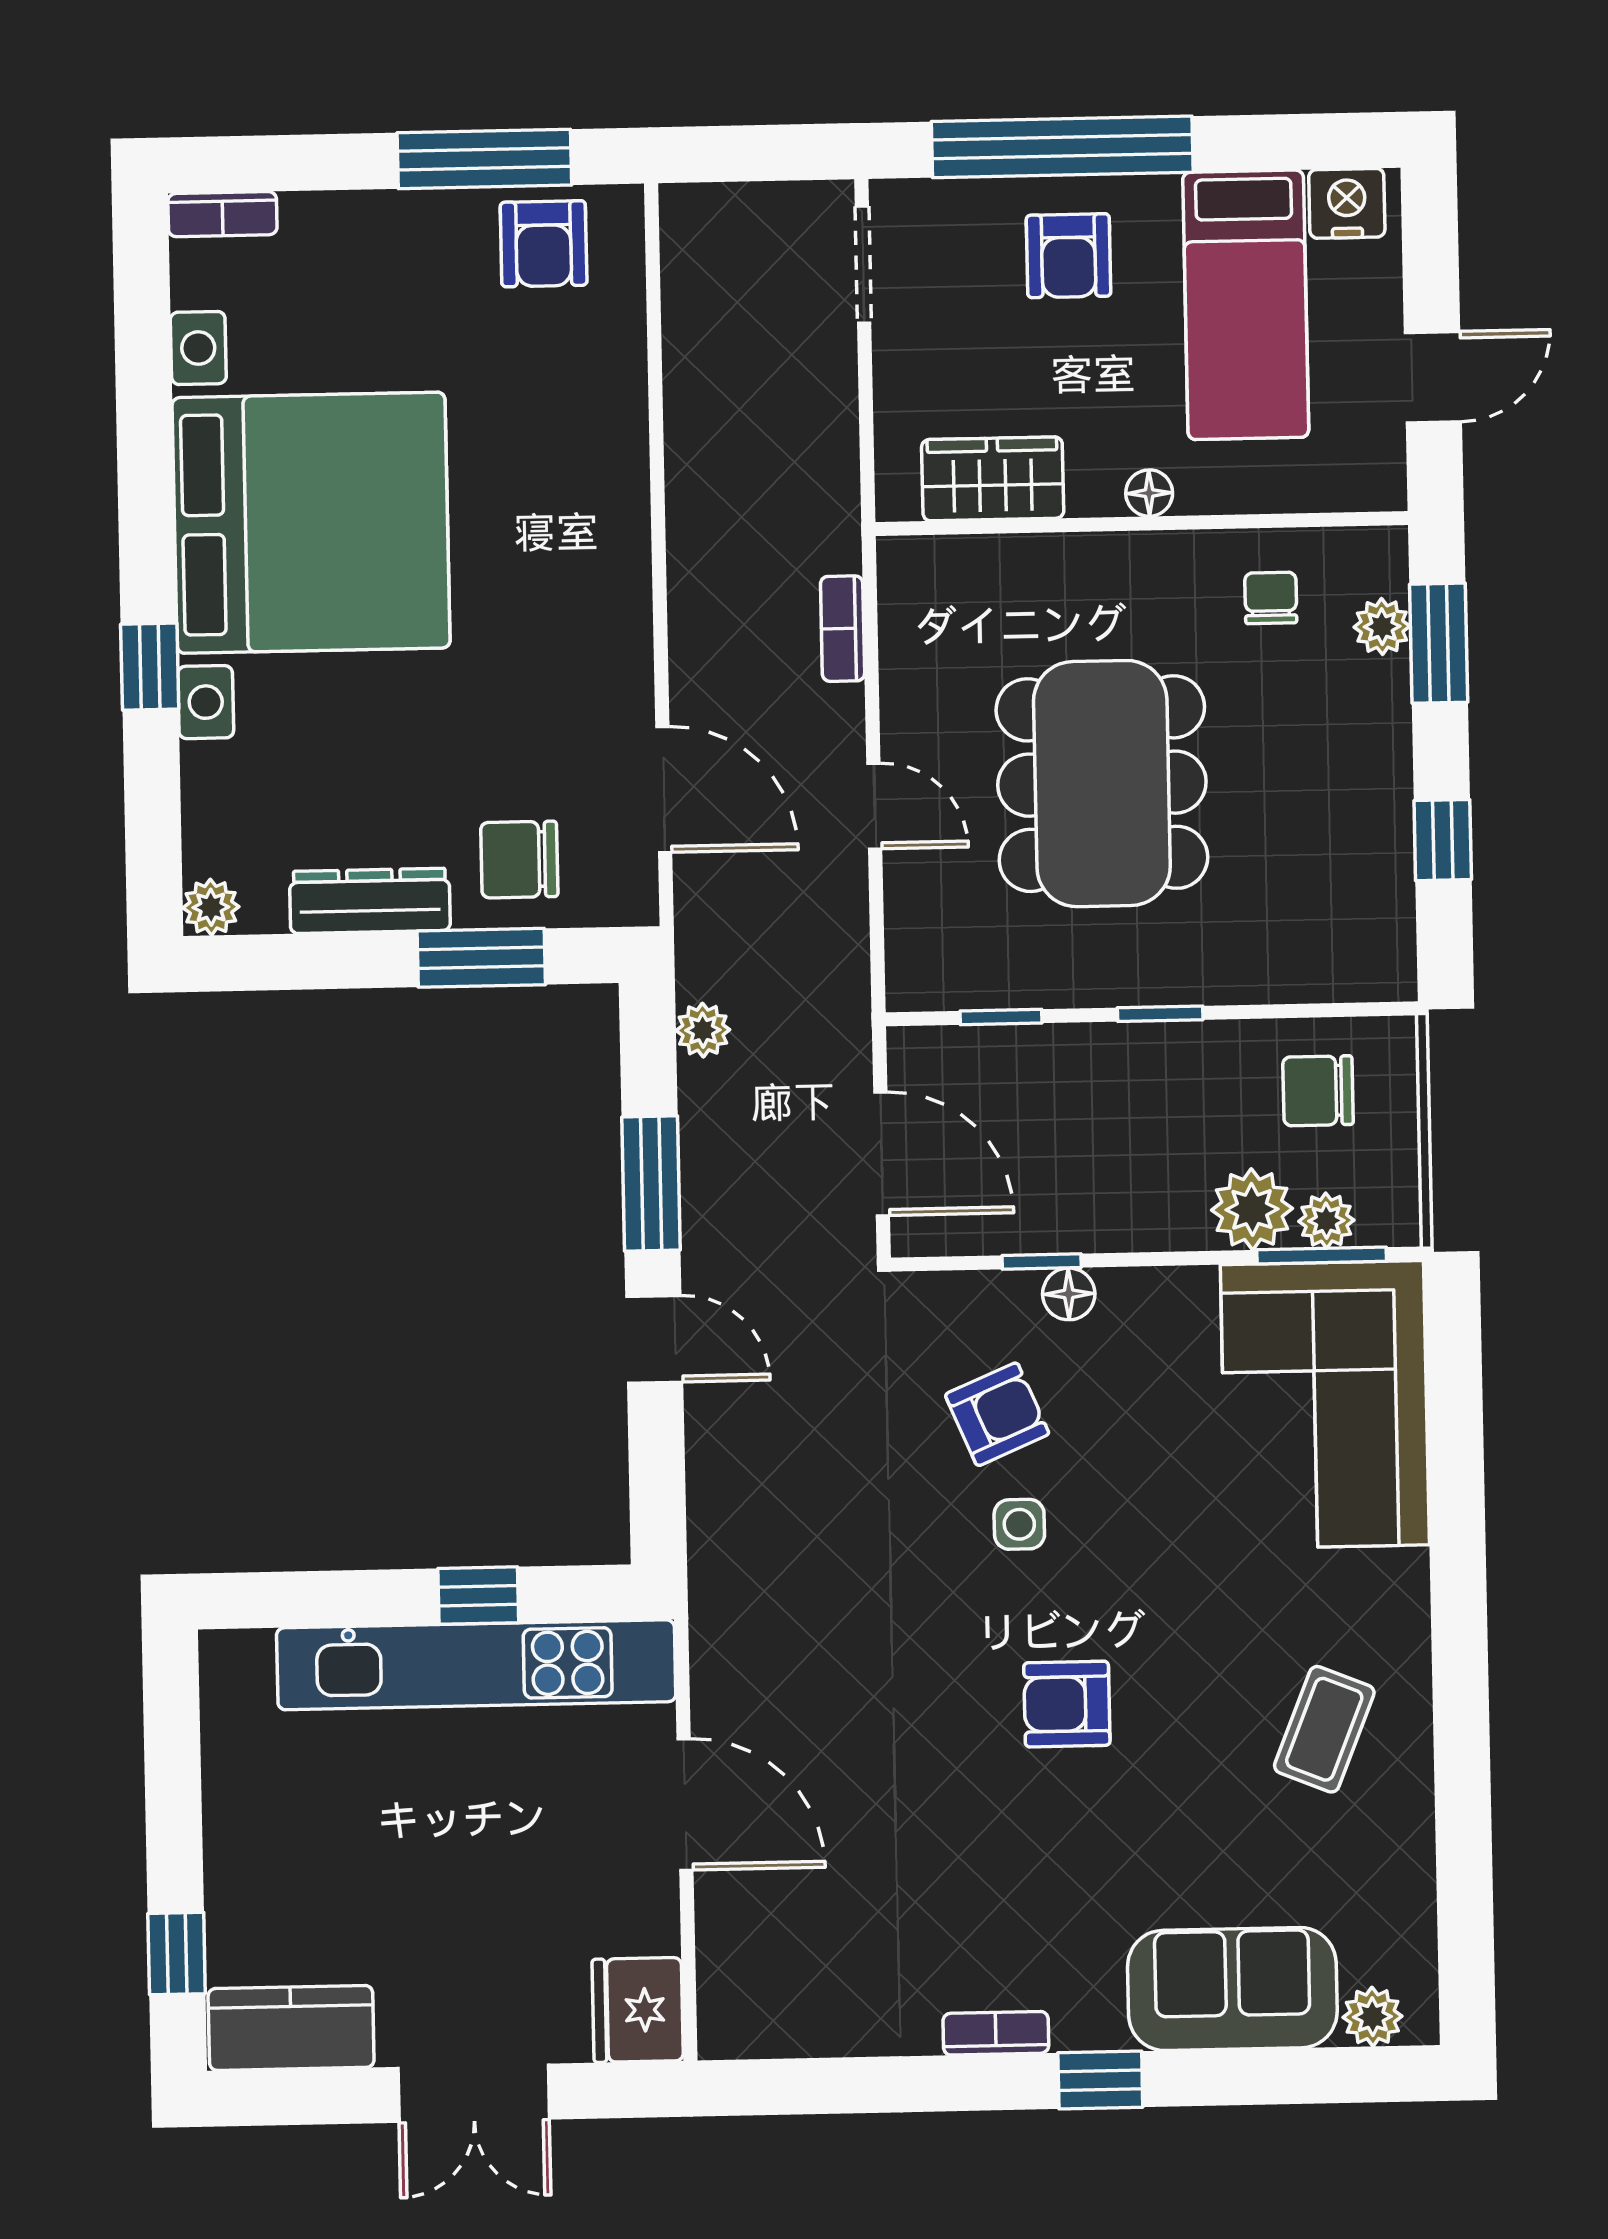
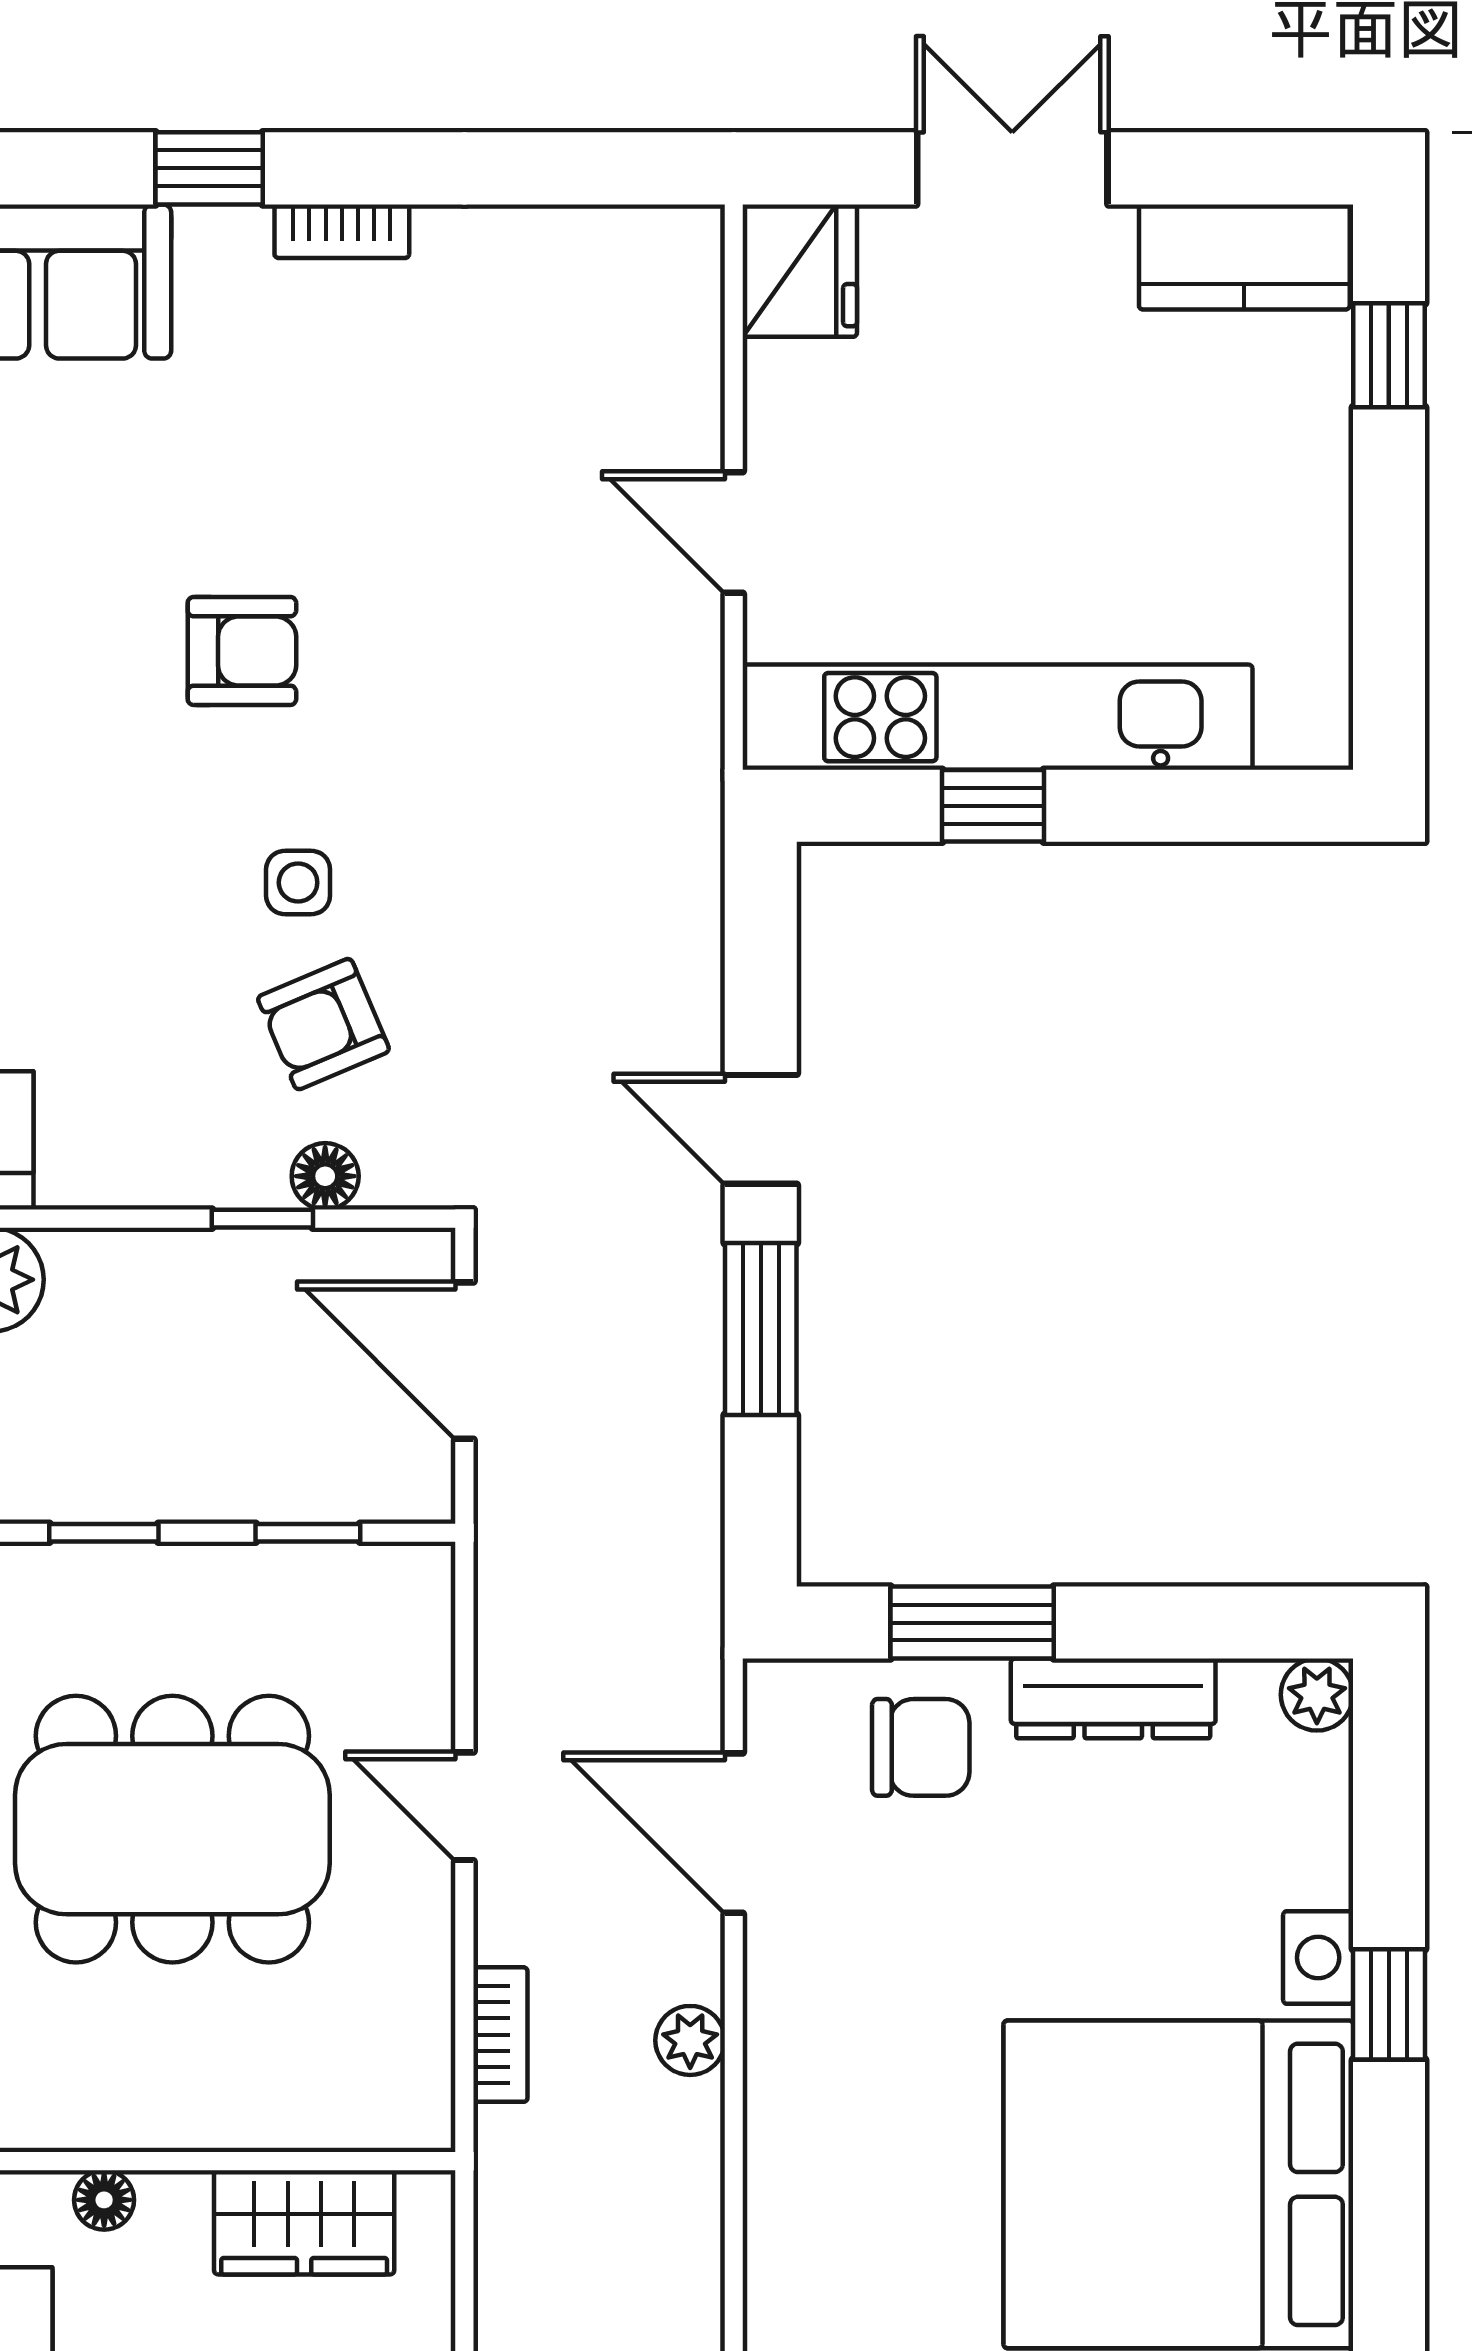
dining table: (1102, 784) -> (172, 1829), turned 90
plant: (703, 1030) -> (690, 2040), moved
floor lamp: (1069, 1294) -> (325, 1176), moved
door: (685, 1805) -> (734, 533), width x0.73

